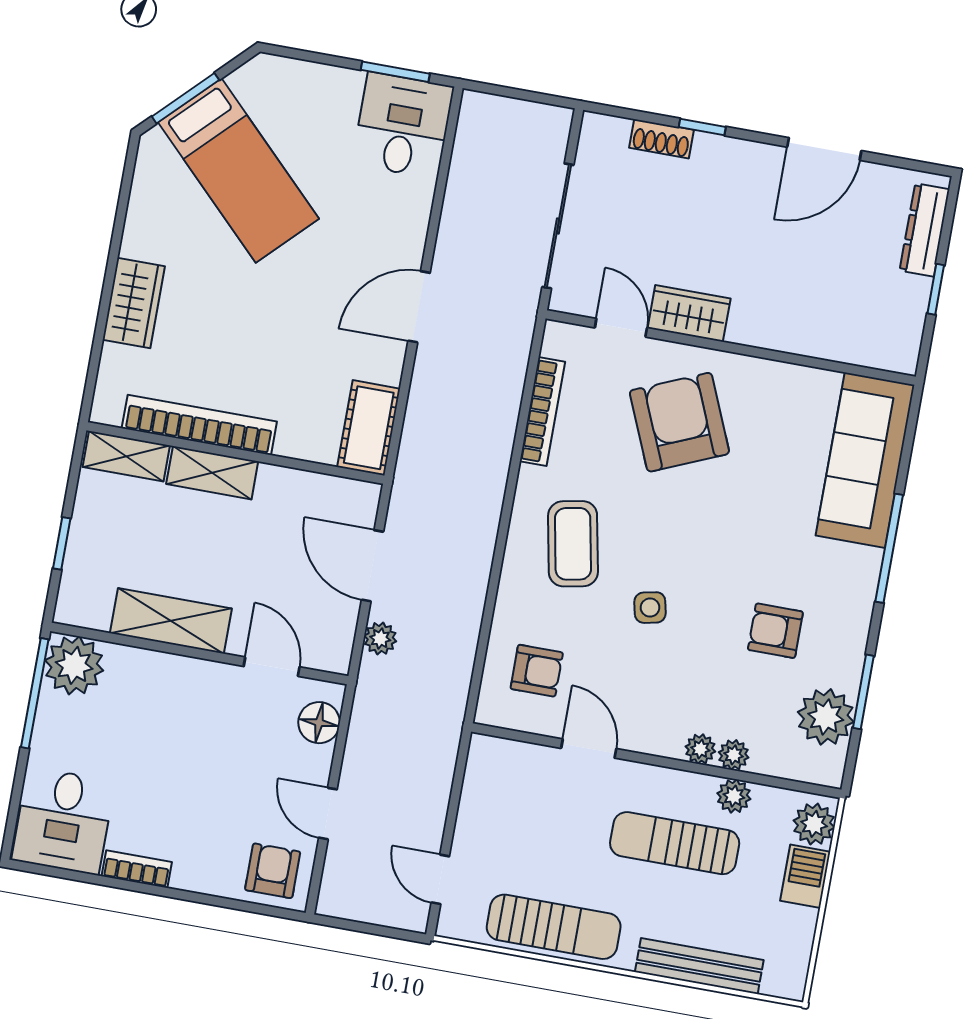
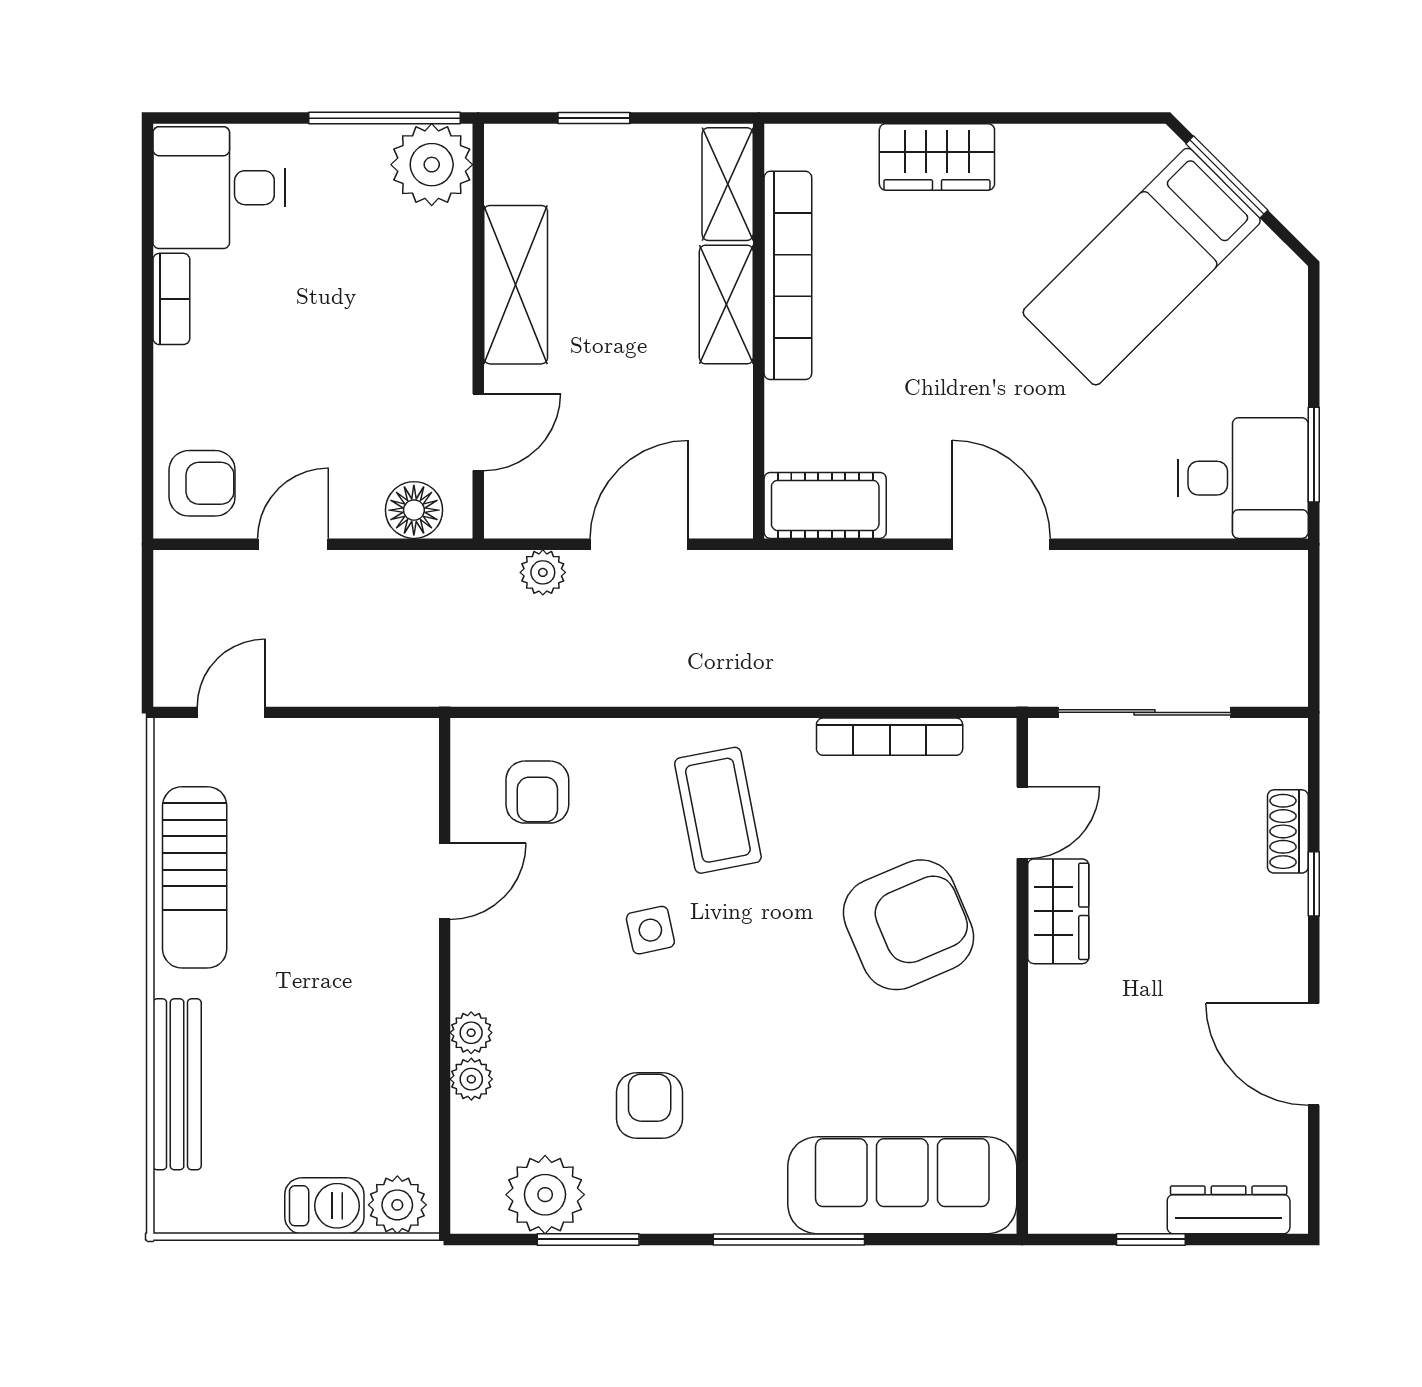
coffee table: (573, 544) -> (718, 810), turned 90
plant: (734, 796) -> (416, 1089), removed
sun lounger: (675, 843) -> (337, 1021), removed

